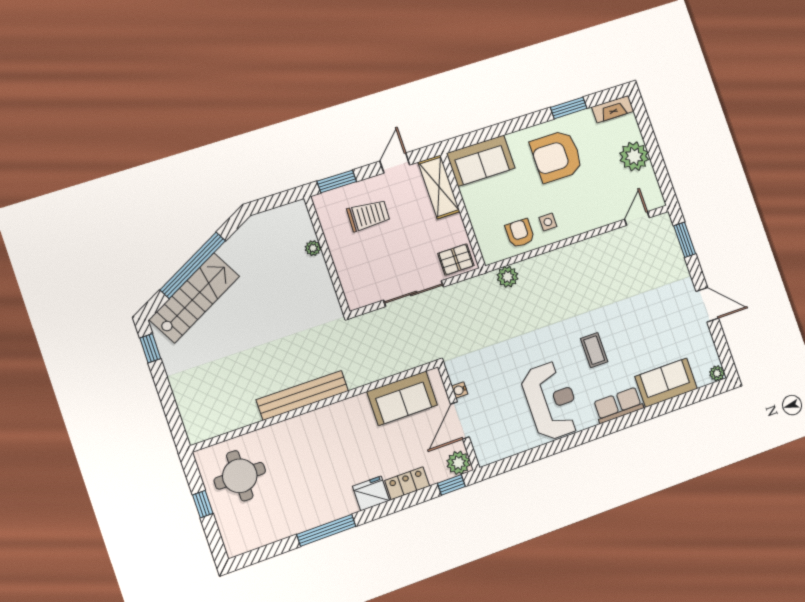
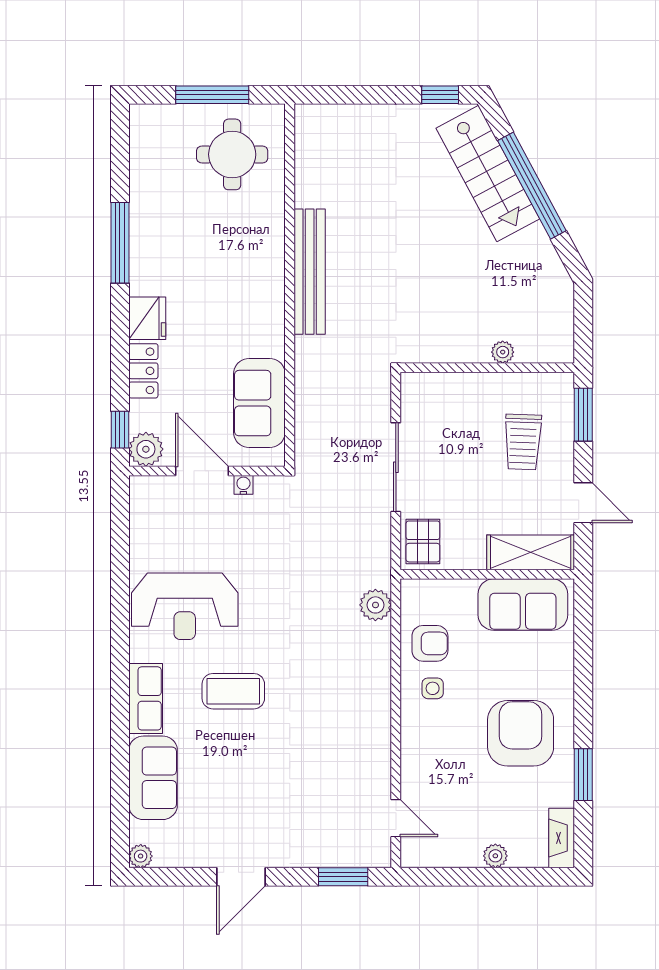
plant: (634, 156) -> (495, 856), width x0.53, depth x0.53
sofa: (481, 161) -> (523, 605), moved, turned -90
coffee table: (594, 350) -> (233, 691), width x1.36, depth x1.30
window: (203, 504) -> (212, 95), width x2.17

